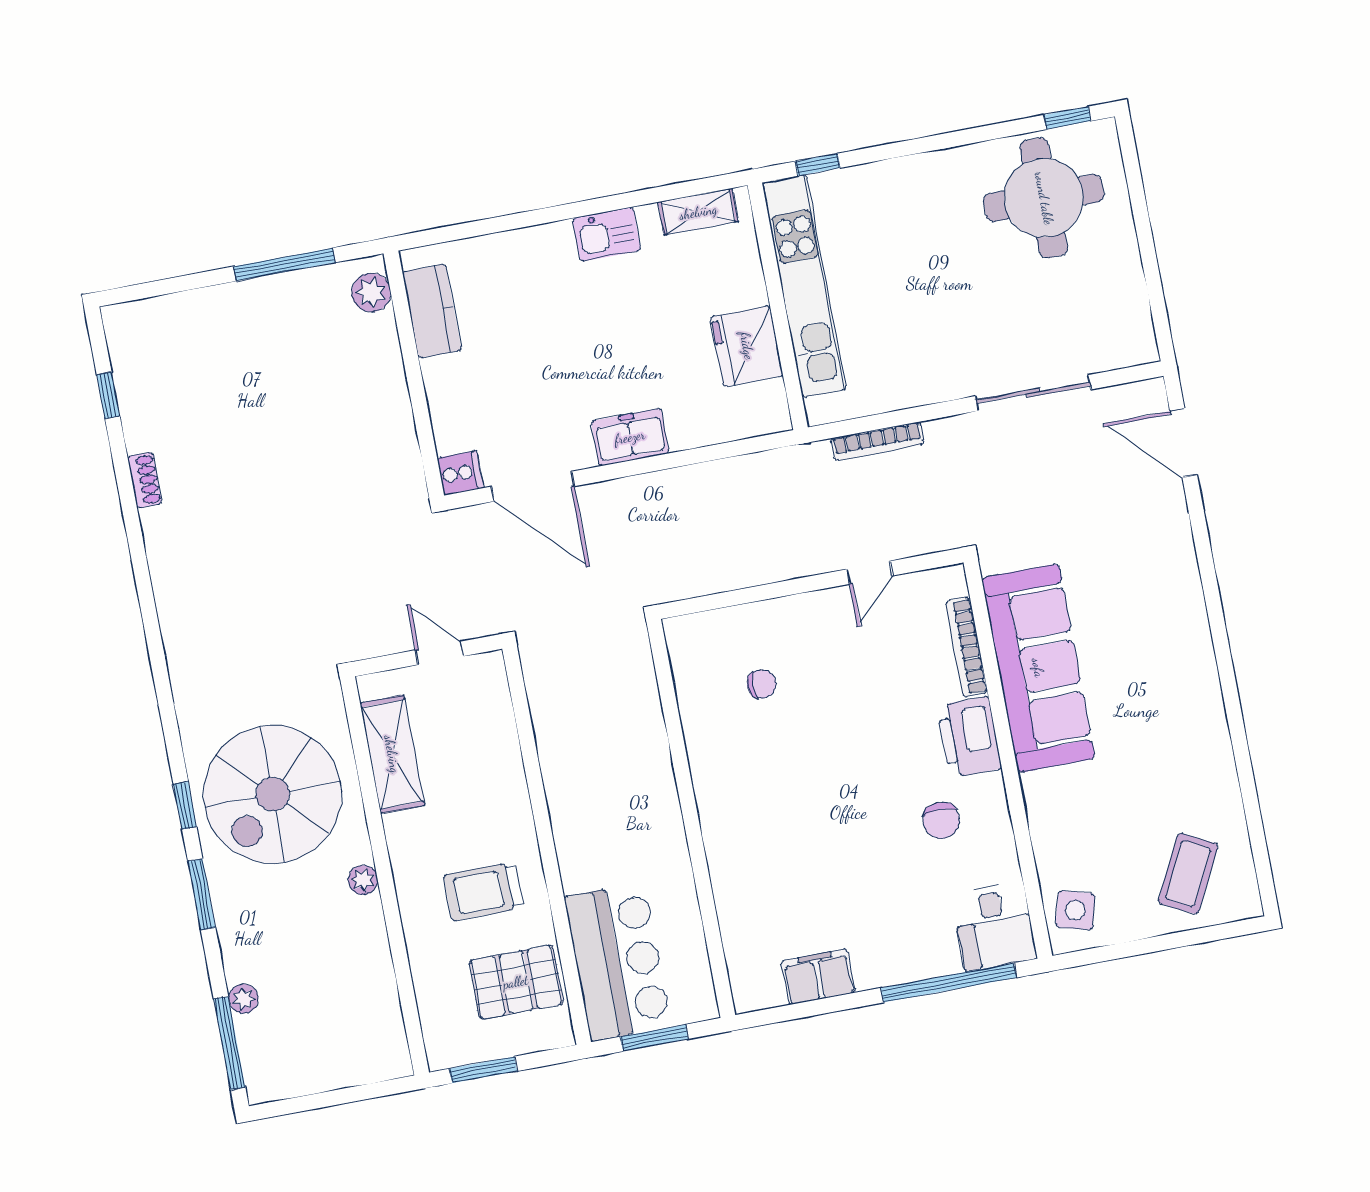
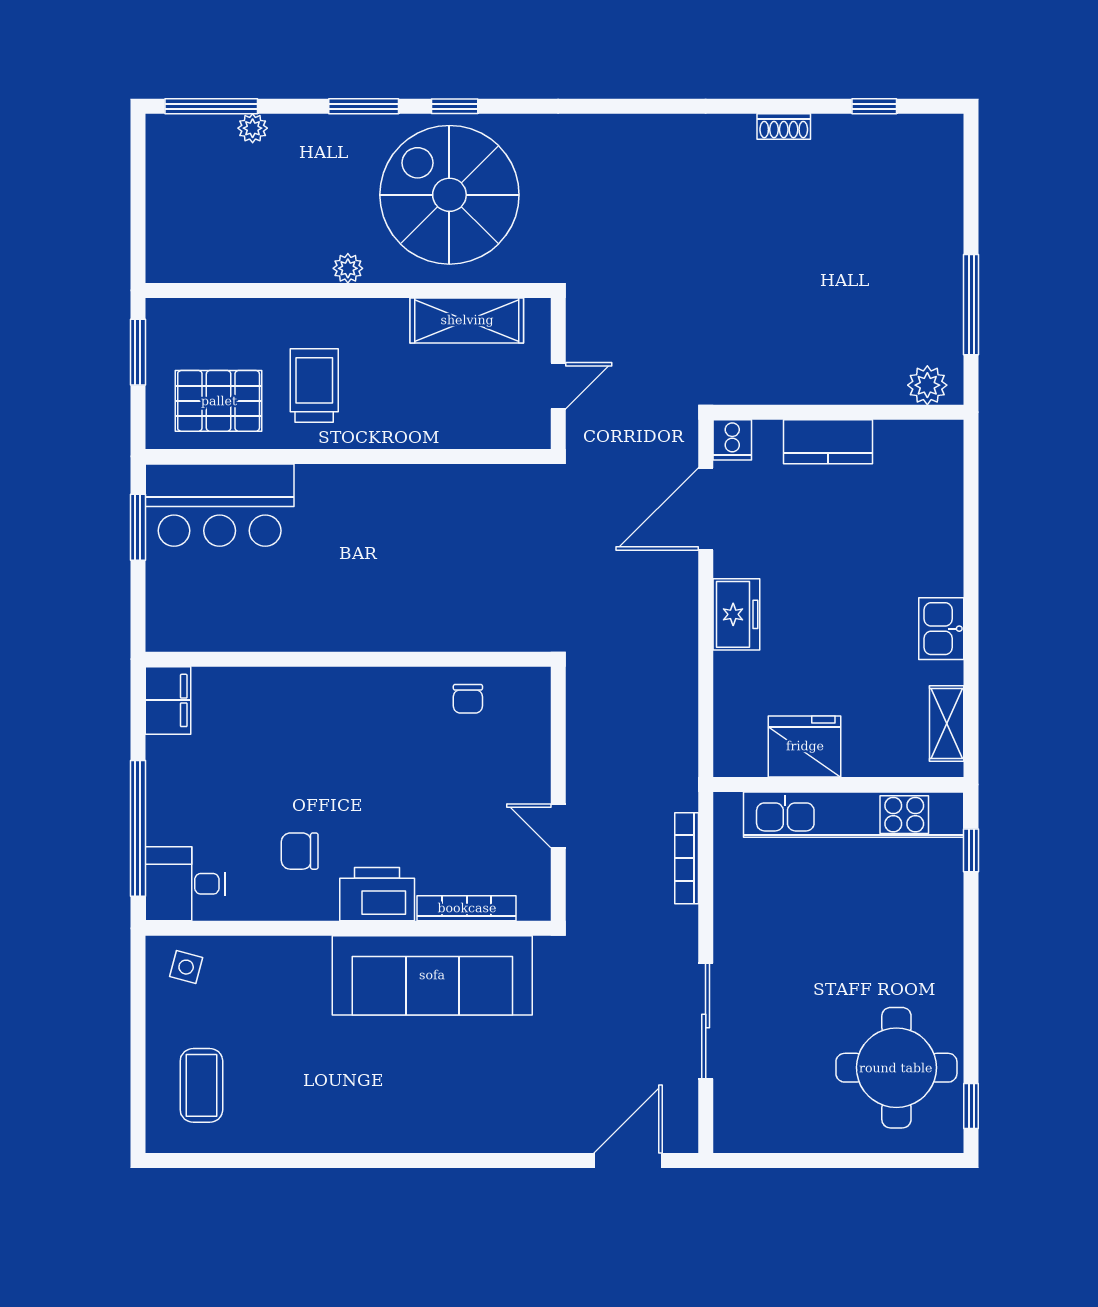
kitchen counter: (432, 311) -> (828, 442), moved
wall: (691, 818) -> (348, 659), moved
coffee table: (1188, 874) -> (201, 1085), turned 63
side table: (1075, 910) -> (186, 967), width x0.73, depth x0.73
pallet: (516, 982) -> (219, 401), turned 90

